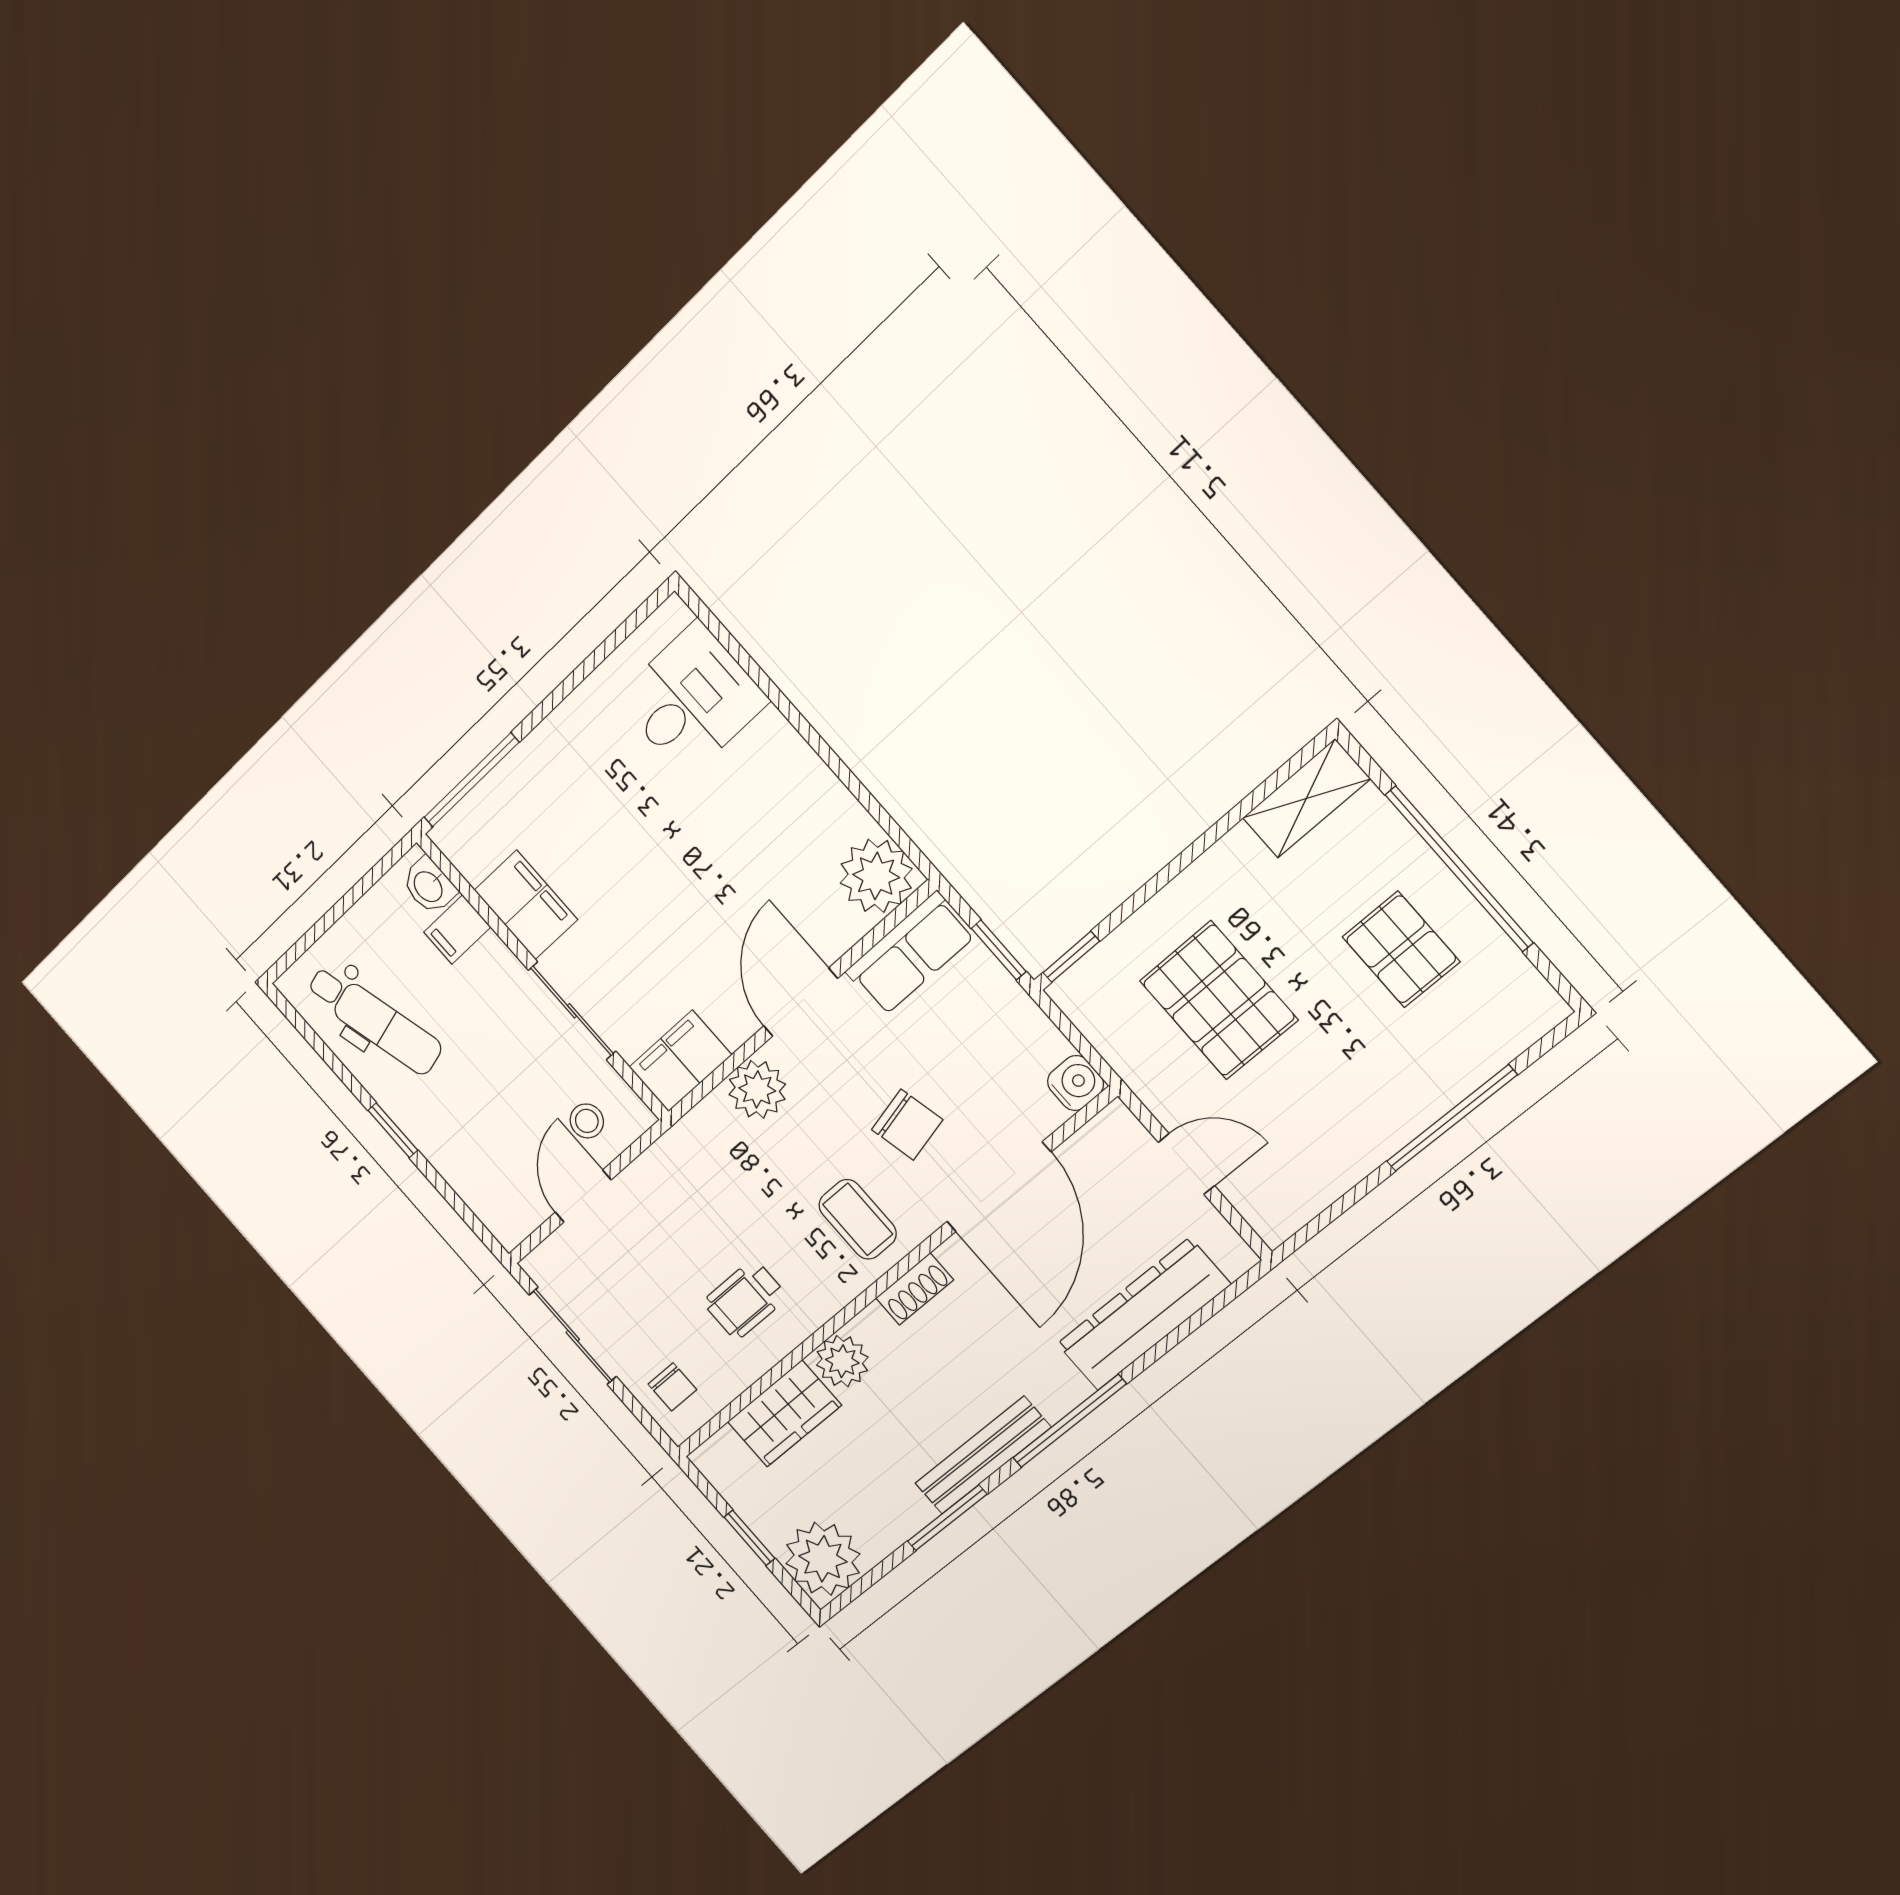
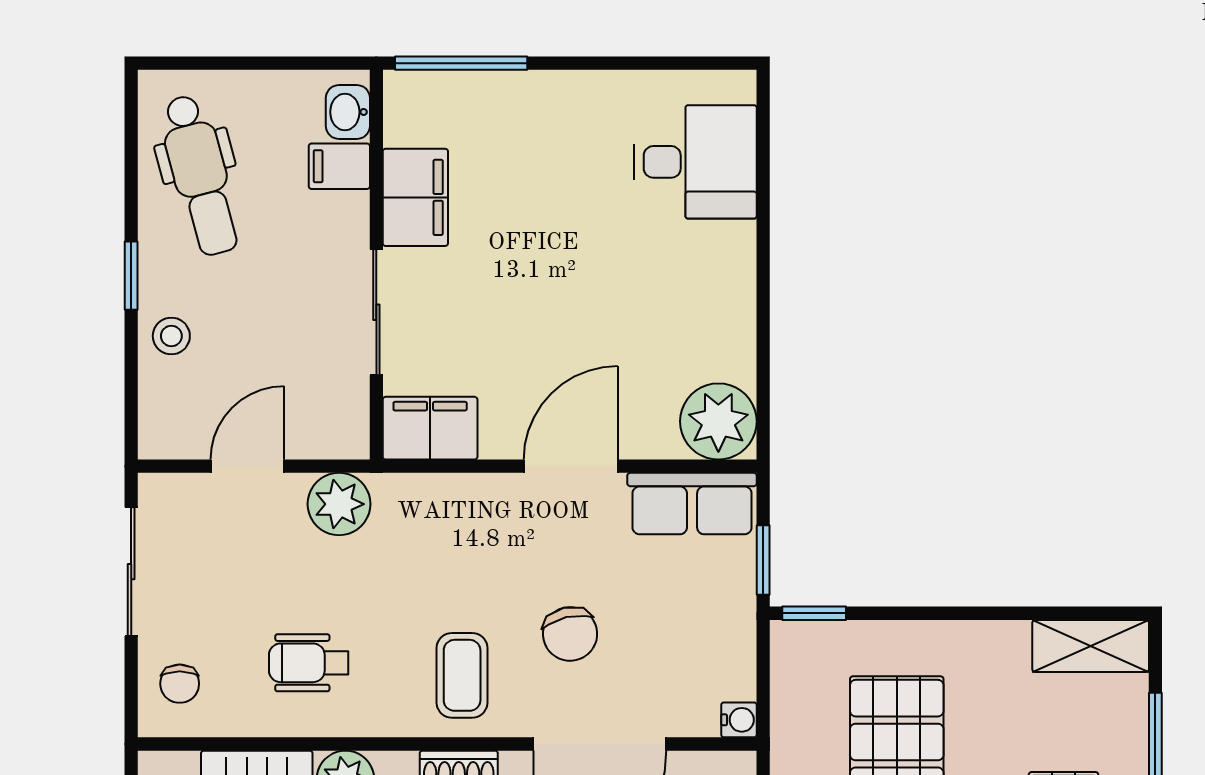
water cooler: (1076, 1083) -> (739, 720), width x0.72, depth x0.72
plant: (757, 1089) -> (339, 504), moved
stool: (587, 1121) -> (171, 336), moved

